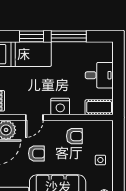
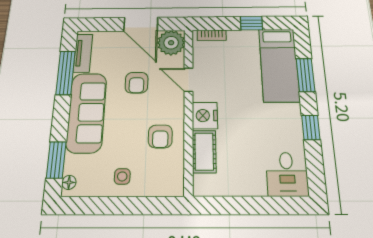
window: (69, 36) -> (311, 128), width x0.46
desk: (99, 75) -> (287, 174), moved
cot: (99, 107) -> (204, 151), moved

